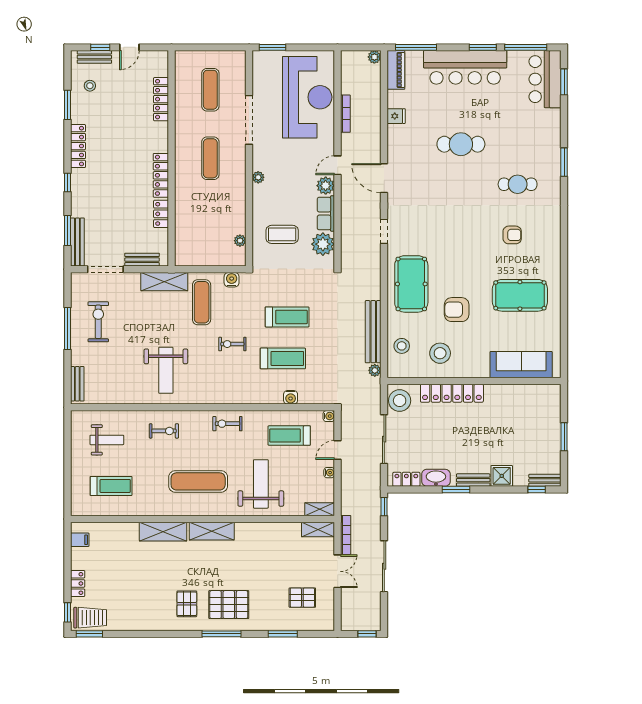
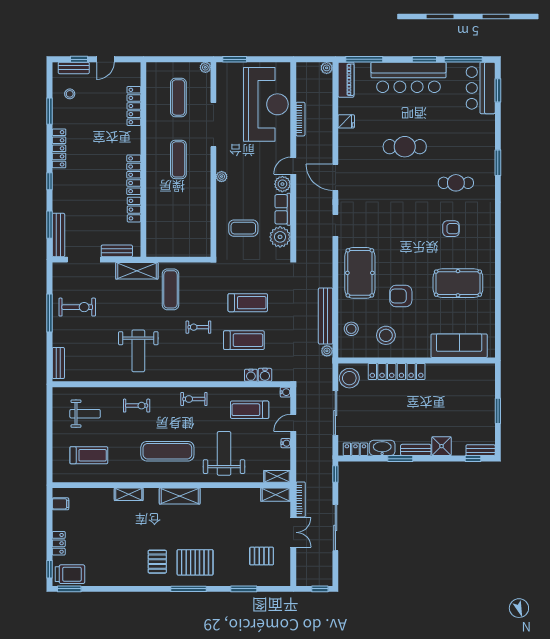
plant: (240, 241) -> (205, 67), moved
water cooler: (232, 280) -> (265, 375), moved, turned 180
exercise bike: (98, 322) -> (77, 307), turned 90
shelving: (163, 532) -> (129, 494), width x0.67, depth x0.75

